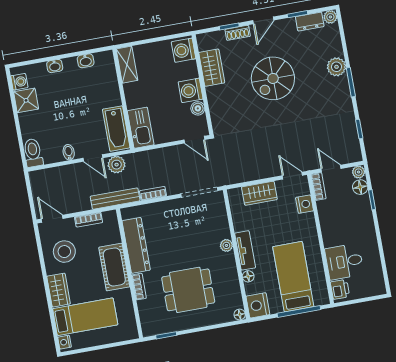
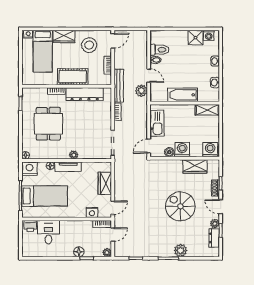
plant: (330, 17) -> (215, 223), moved
kitchen sink: (141, 128) -> (157, 123), moved, turned -90
bathtub: (116, 129) -> (183, 95), moved
toilet: (33, 153) -> (159, 50), moved
door: (93, 158) -> (149, 76), swing flipped
floor lamp: (360, 187) -> (79, 252), moved

